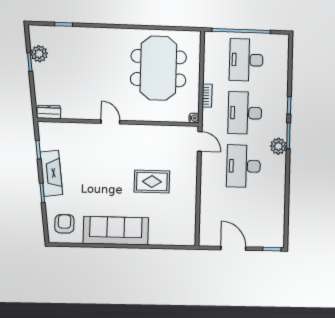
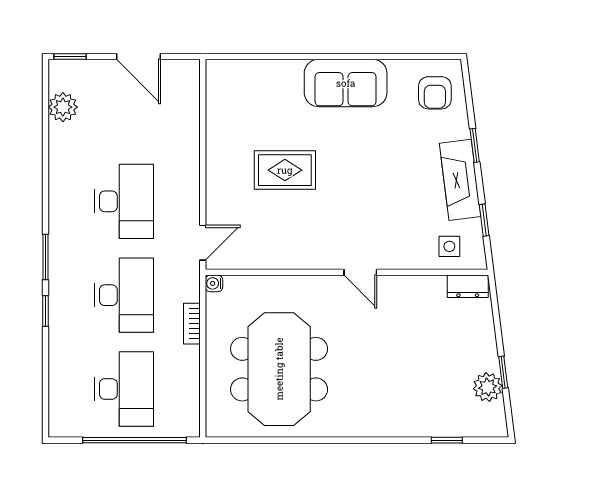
side table: (59, 135) -> (449, 246), added
door: (200, 141) -> (203, 243), swing flipped
plant: (278, 146) -> (63, 107), moved
sofa: (116, 231) -> (346, 83), width x0.73

